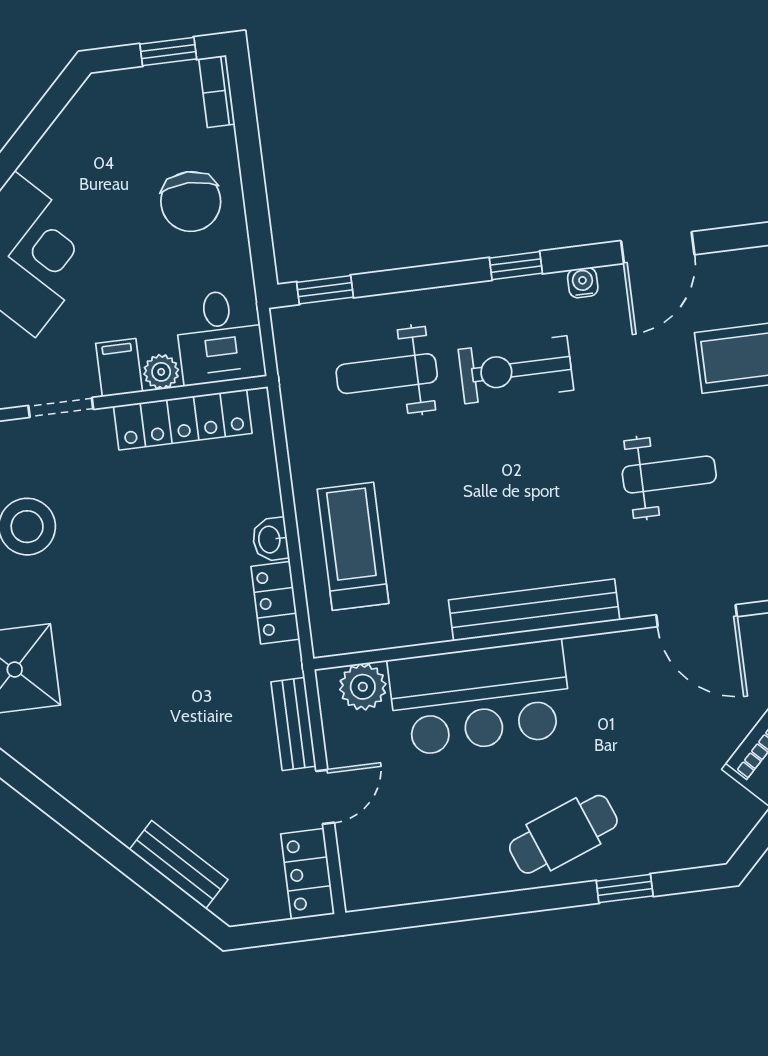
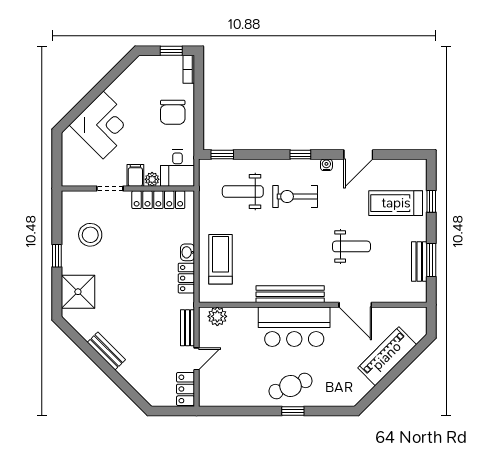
bar counter: (480, 698) -> (294, 327), moved
bench: (179, 865) -> (106, 351), moved
window: (625, 888) -> (293, 411), moved

